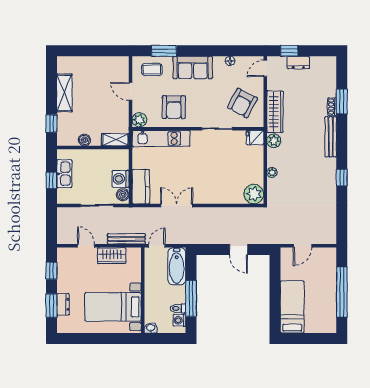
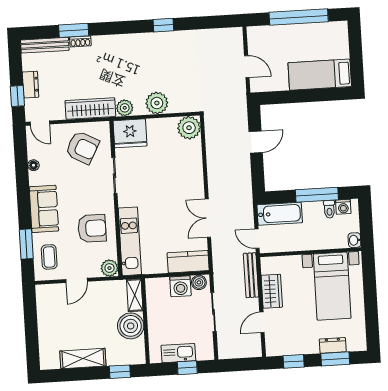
bench: (331, 137) -> (45, 45), moved
fridge: (255, 138) -> (130, 133), width x1.88, depth x1.34
boiler: (84, 140) -> (131, 326), width x1.86, depth x1.86
plant: (272, 173) -> (157, 103), width x1.87, depth x1.87

